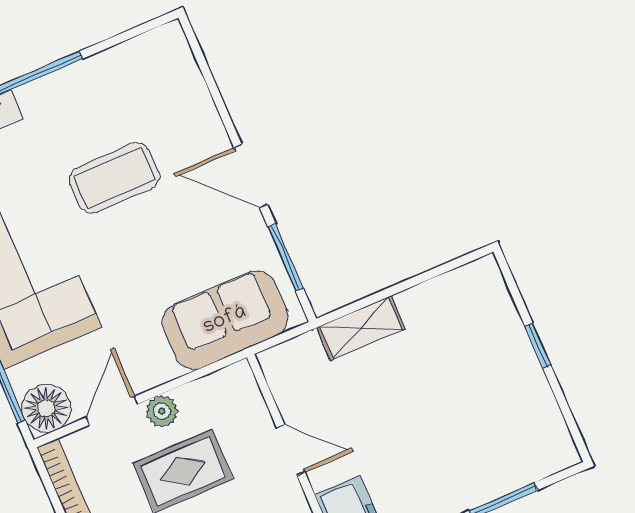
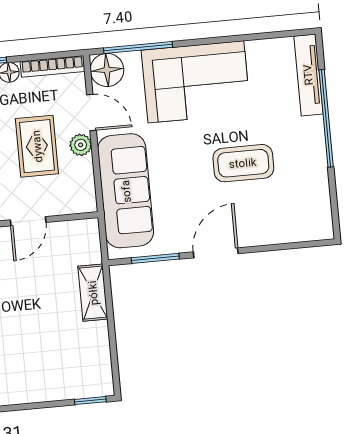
coffee table: (114, 178) -> (243, 163), turned 90
sofa: (225, 320) -> (126, 191), width x1.36
window: (538, 346) -> (90, 401), moved

